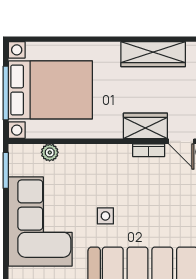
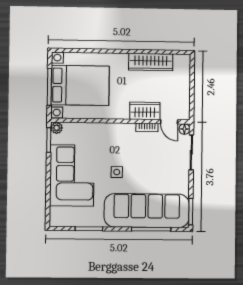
plant: (50, 152) -> (57, 128), moved

